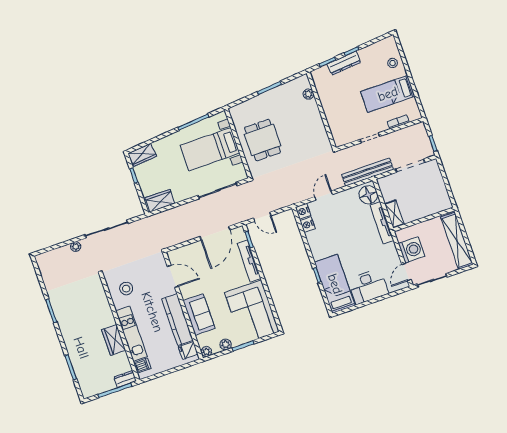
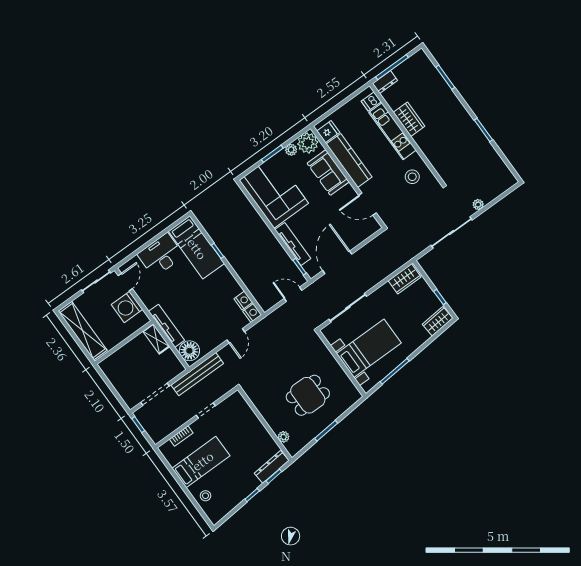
dresser: (344, 63) -> (272, 467), moved
dining table: (263, 140) -> (308, 395), moved, turned 90
plant: (206, 352) -> (308, 143), width x1.88, depth x1.88

